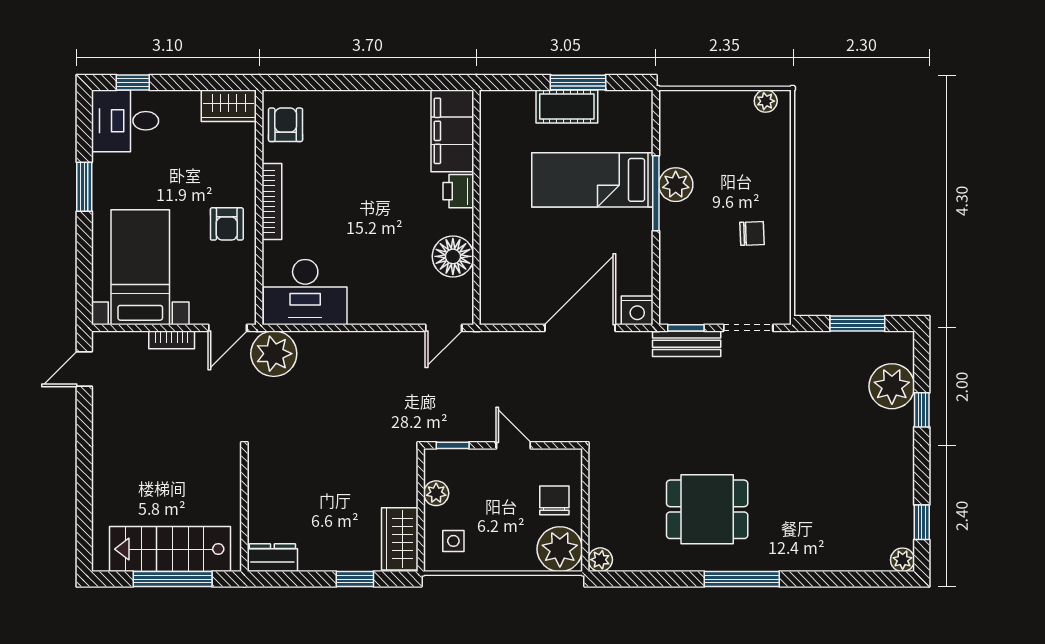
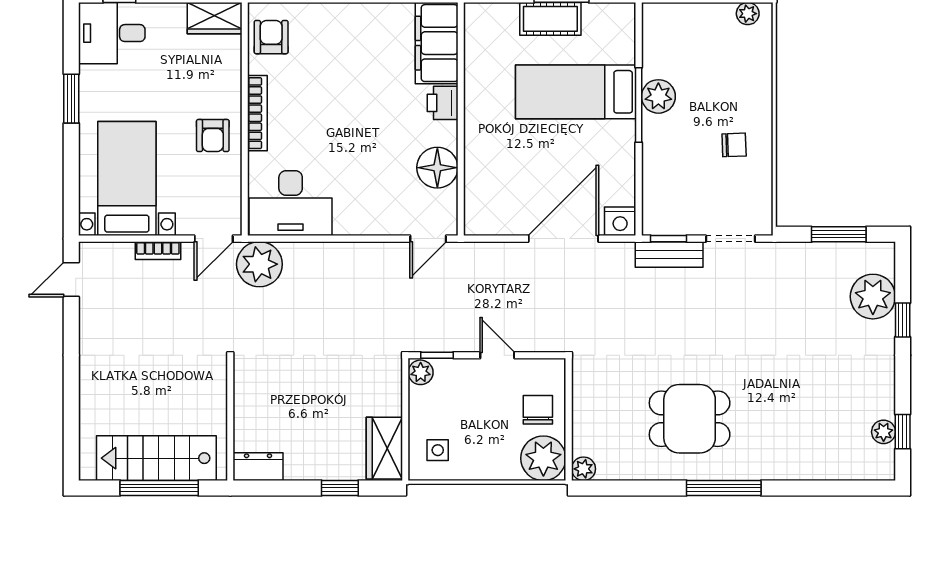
plant: (436, 493) -> (421, 372), moved
plant: (903, 560) -> (884, 432), moved

